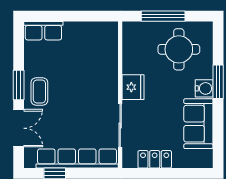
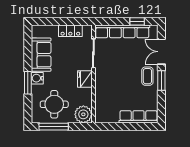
window: (163, 16) -> (54, 127), moved
row of seats: (43, 31) -> (138, 117), width x1.48
plant: (135, 34) -> (83, 114), added

